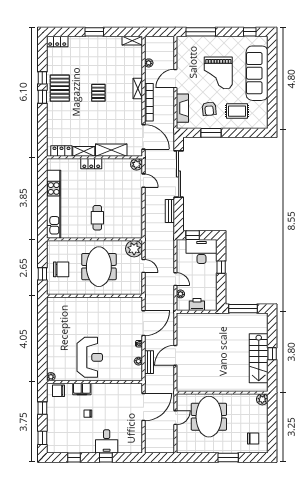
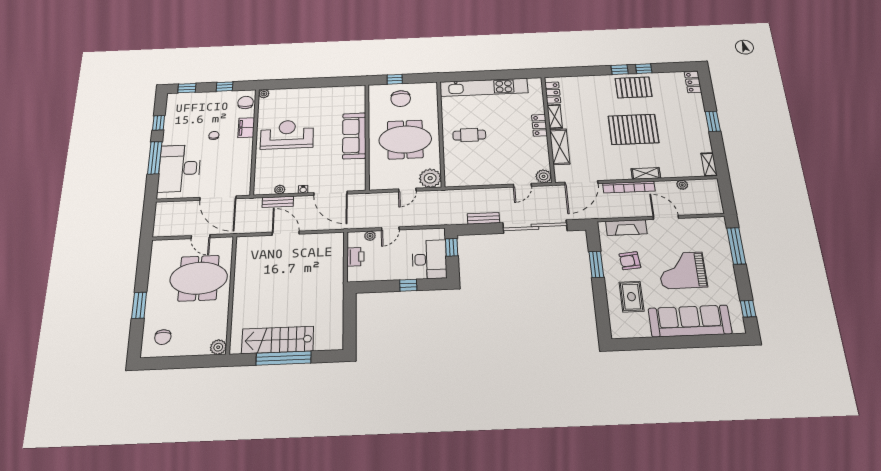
pallet: (98, 93) -> (633, 129), width x2.05, depth x2.00
sofa: (94, 306) -> (354, 136), added
window: (243, 309) -> (350, 316), removed
window: (272, 354) -> (284, 358), width x3.17
reception desk: (90, 357) -> (287, 134), turned 180
desk: (107, 441) -> (179, 168), width x1.87, depth x1.30
window: (106, 458) -> (155, 158), width x2.17

